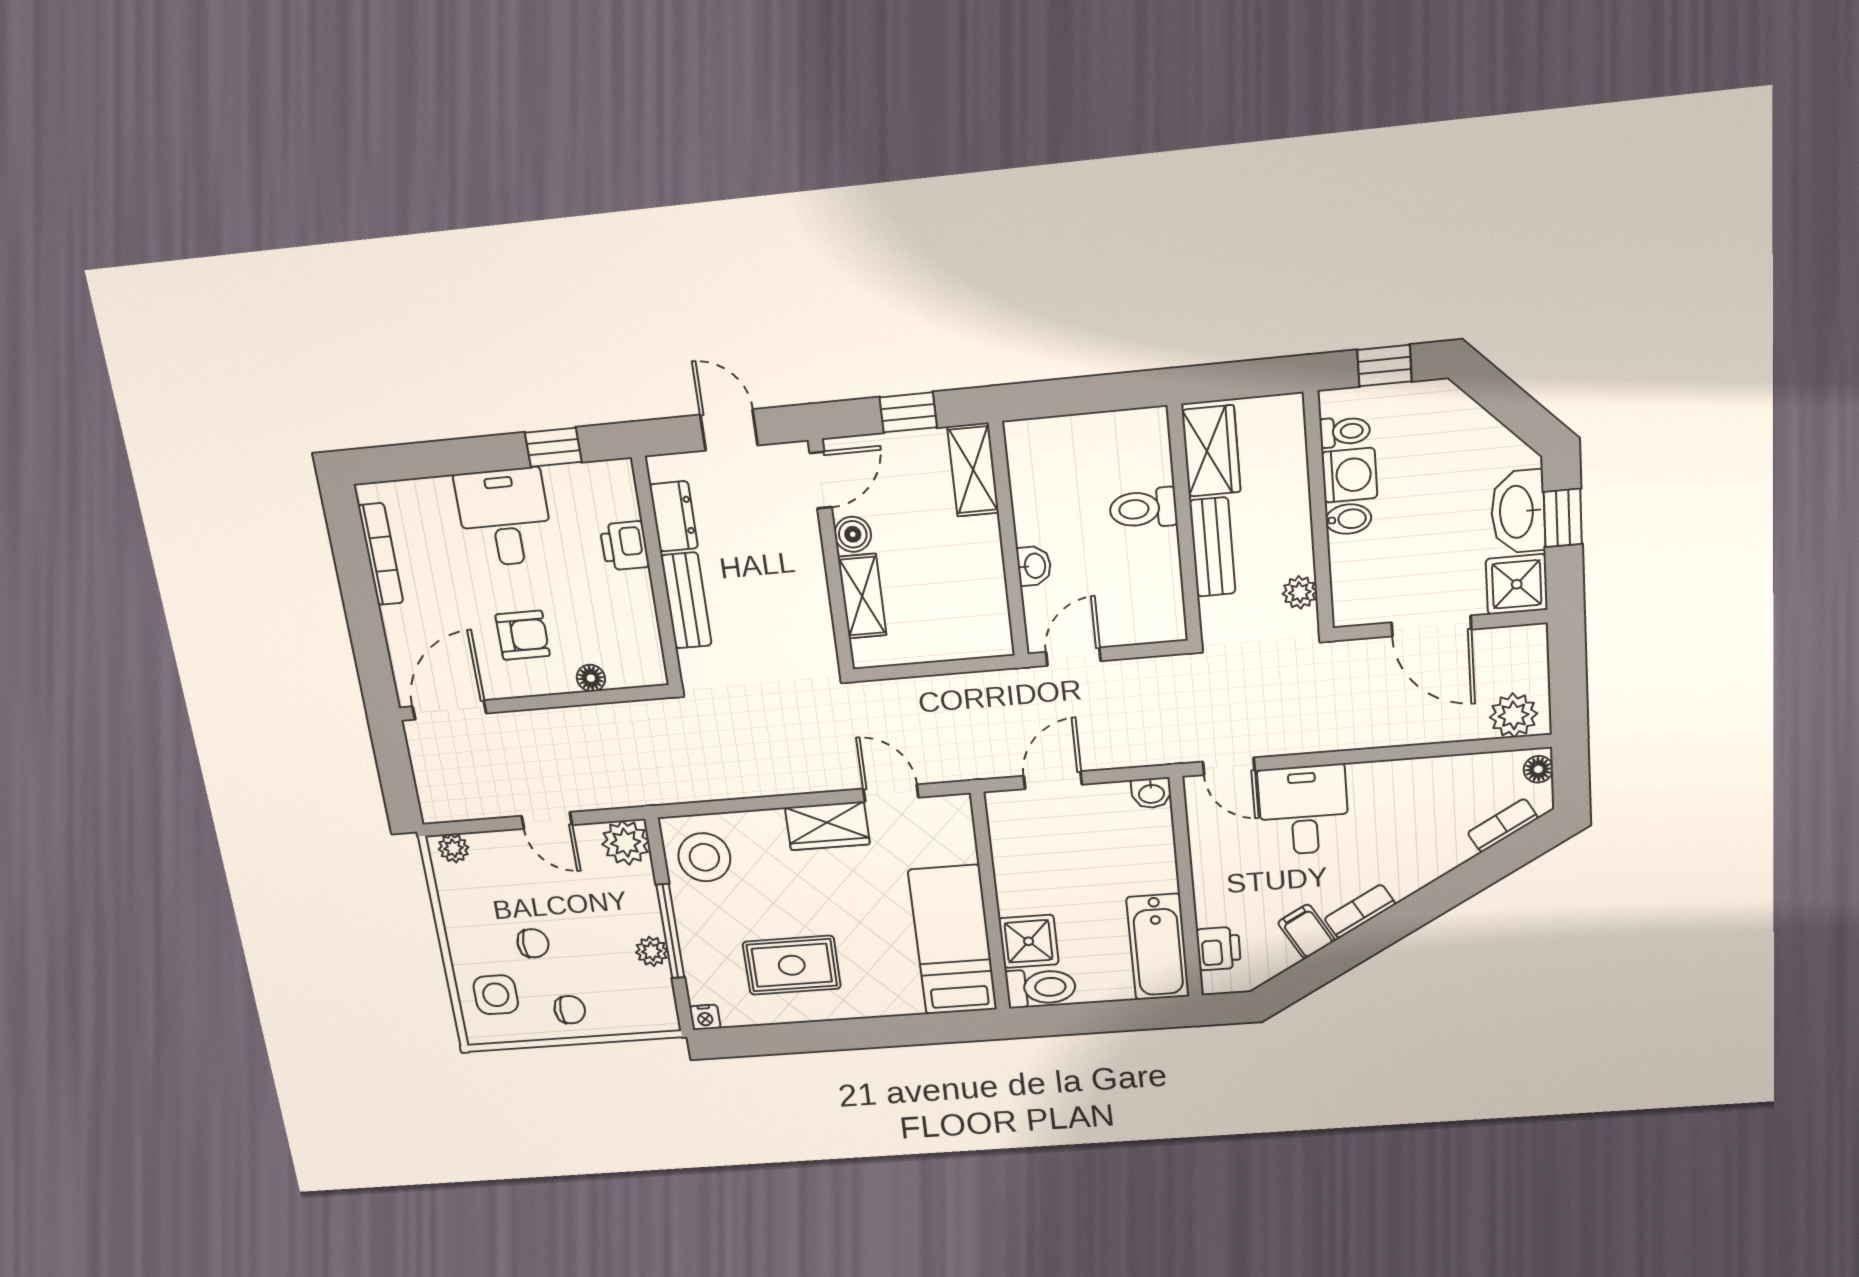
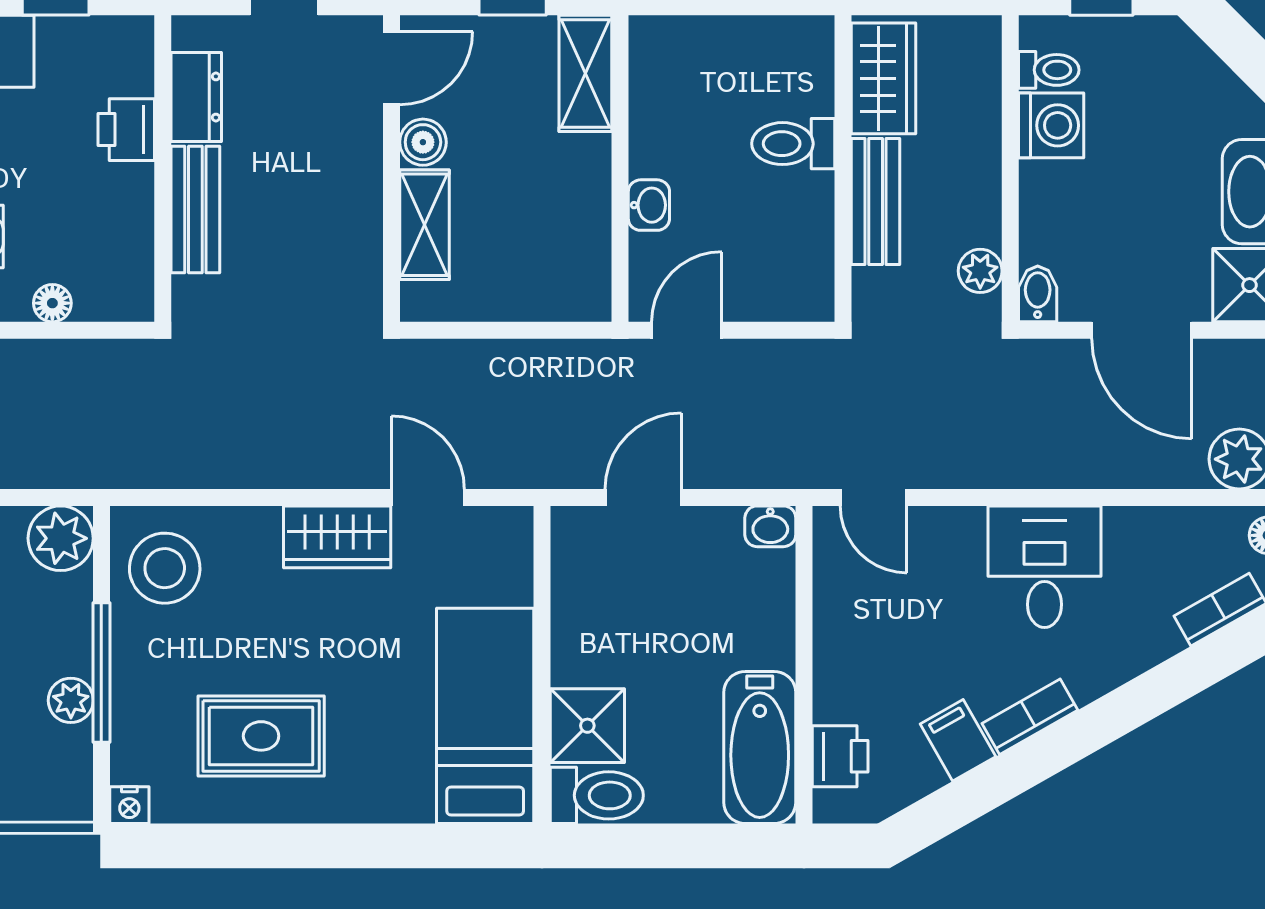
bidet: (1348, 519) -> (1038, 294), moved, turned -90
desk: (1304, 810) -> (1044, 567), moved

